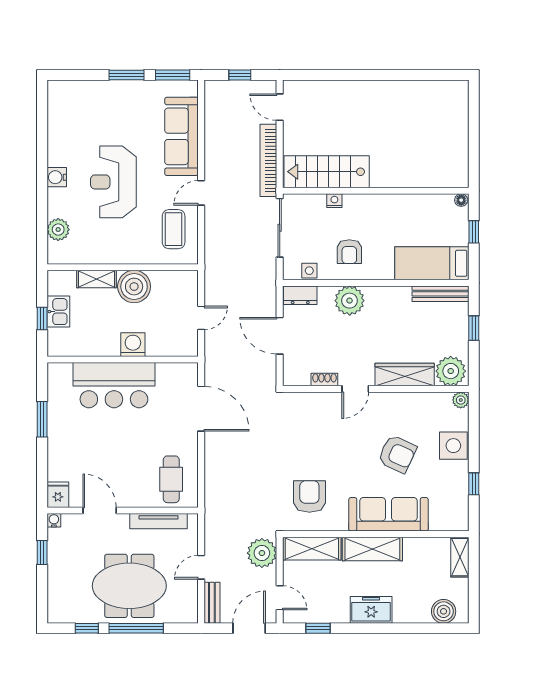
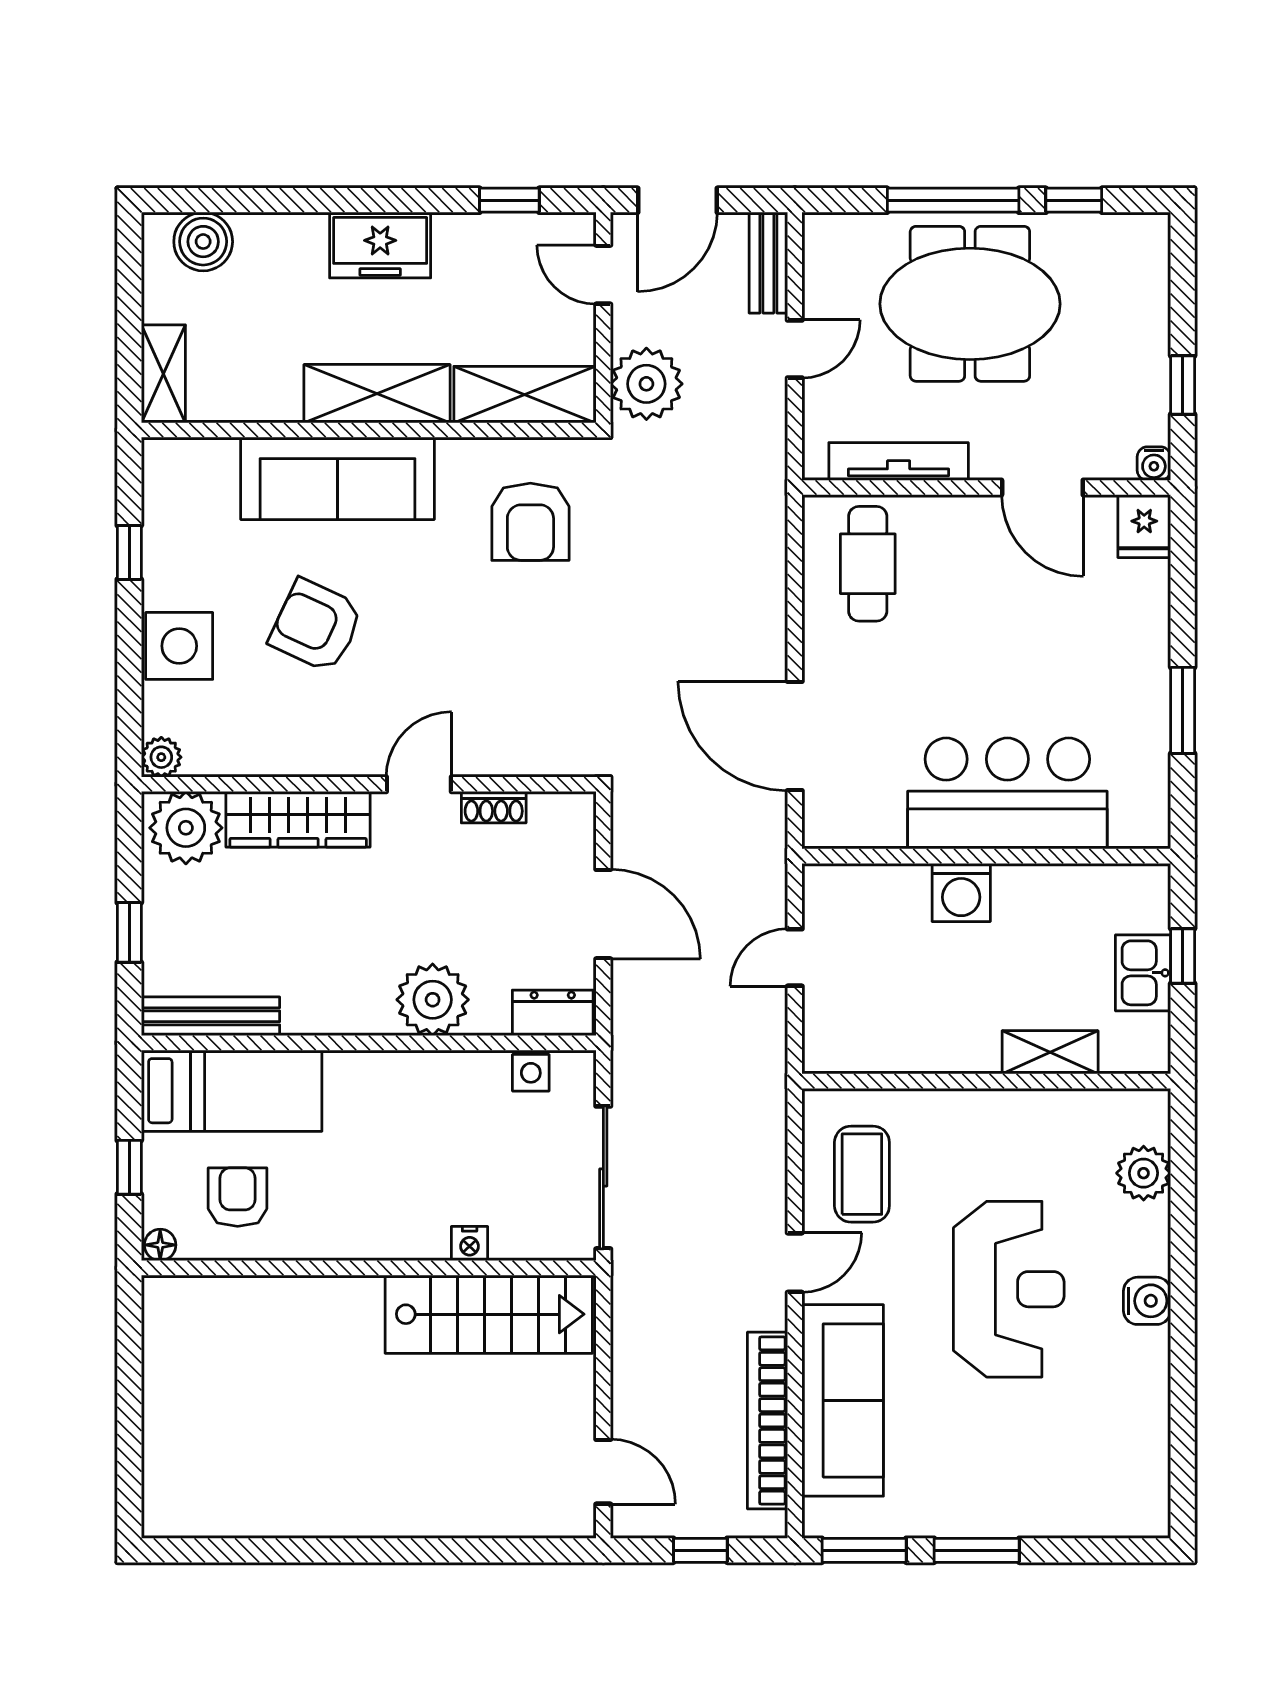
bookcase: (268, 160) -> (768, 1421), moved, turned 180
armchair: (349, 252) -> (238, 1197), moved
boiler: (134, 287) -> (958, 1034), removed

